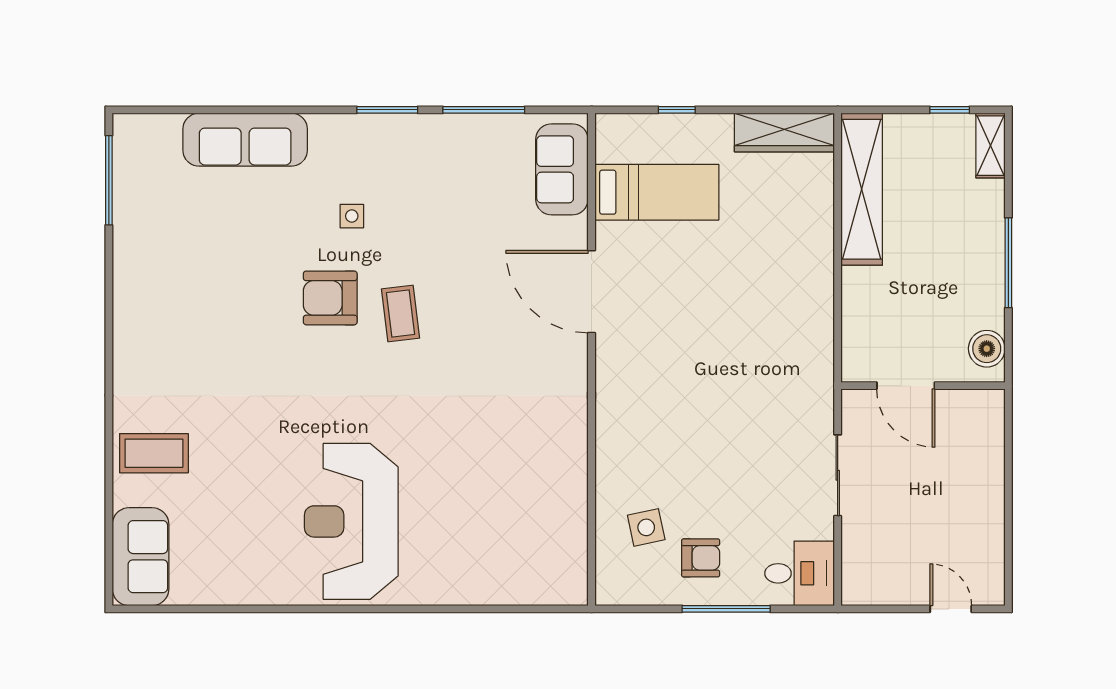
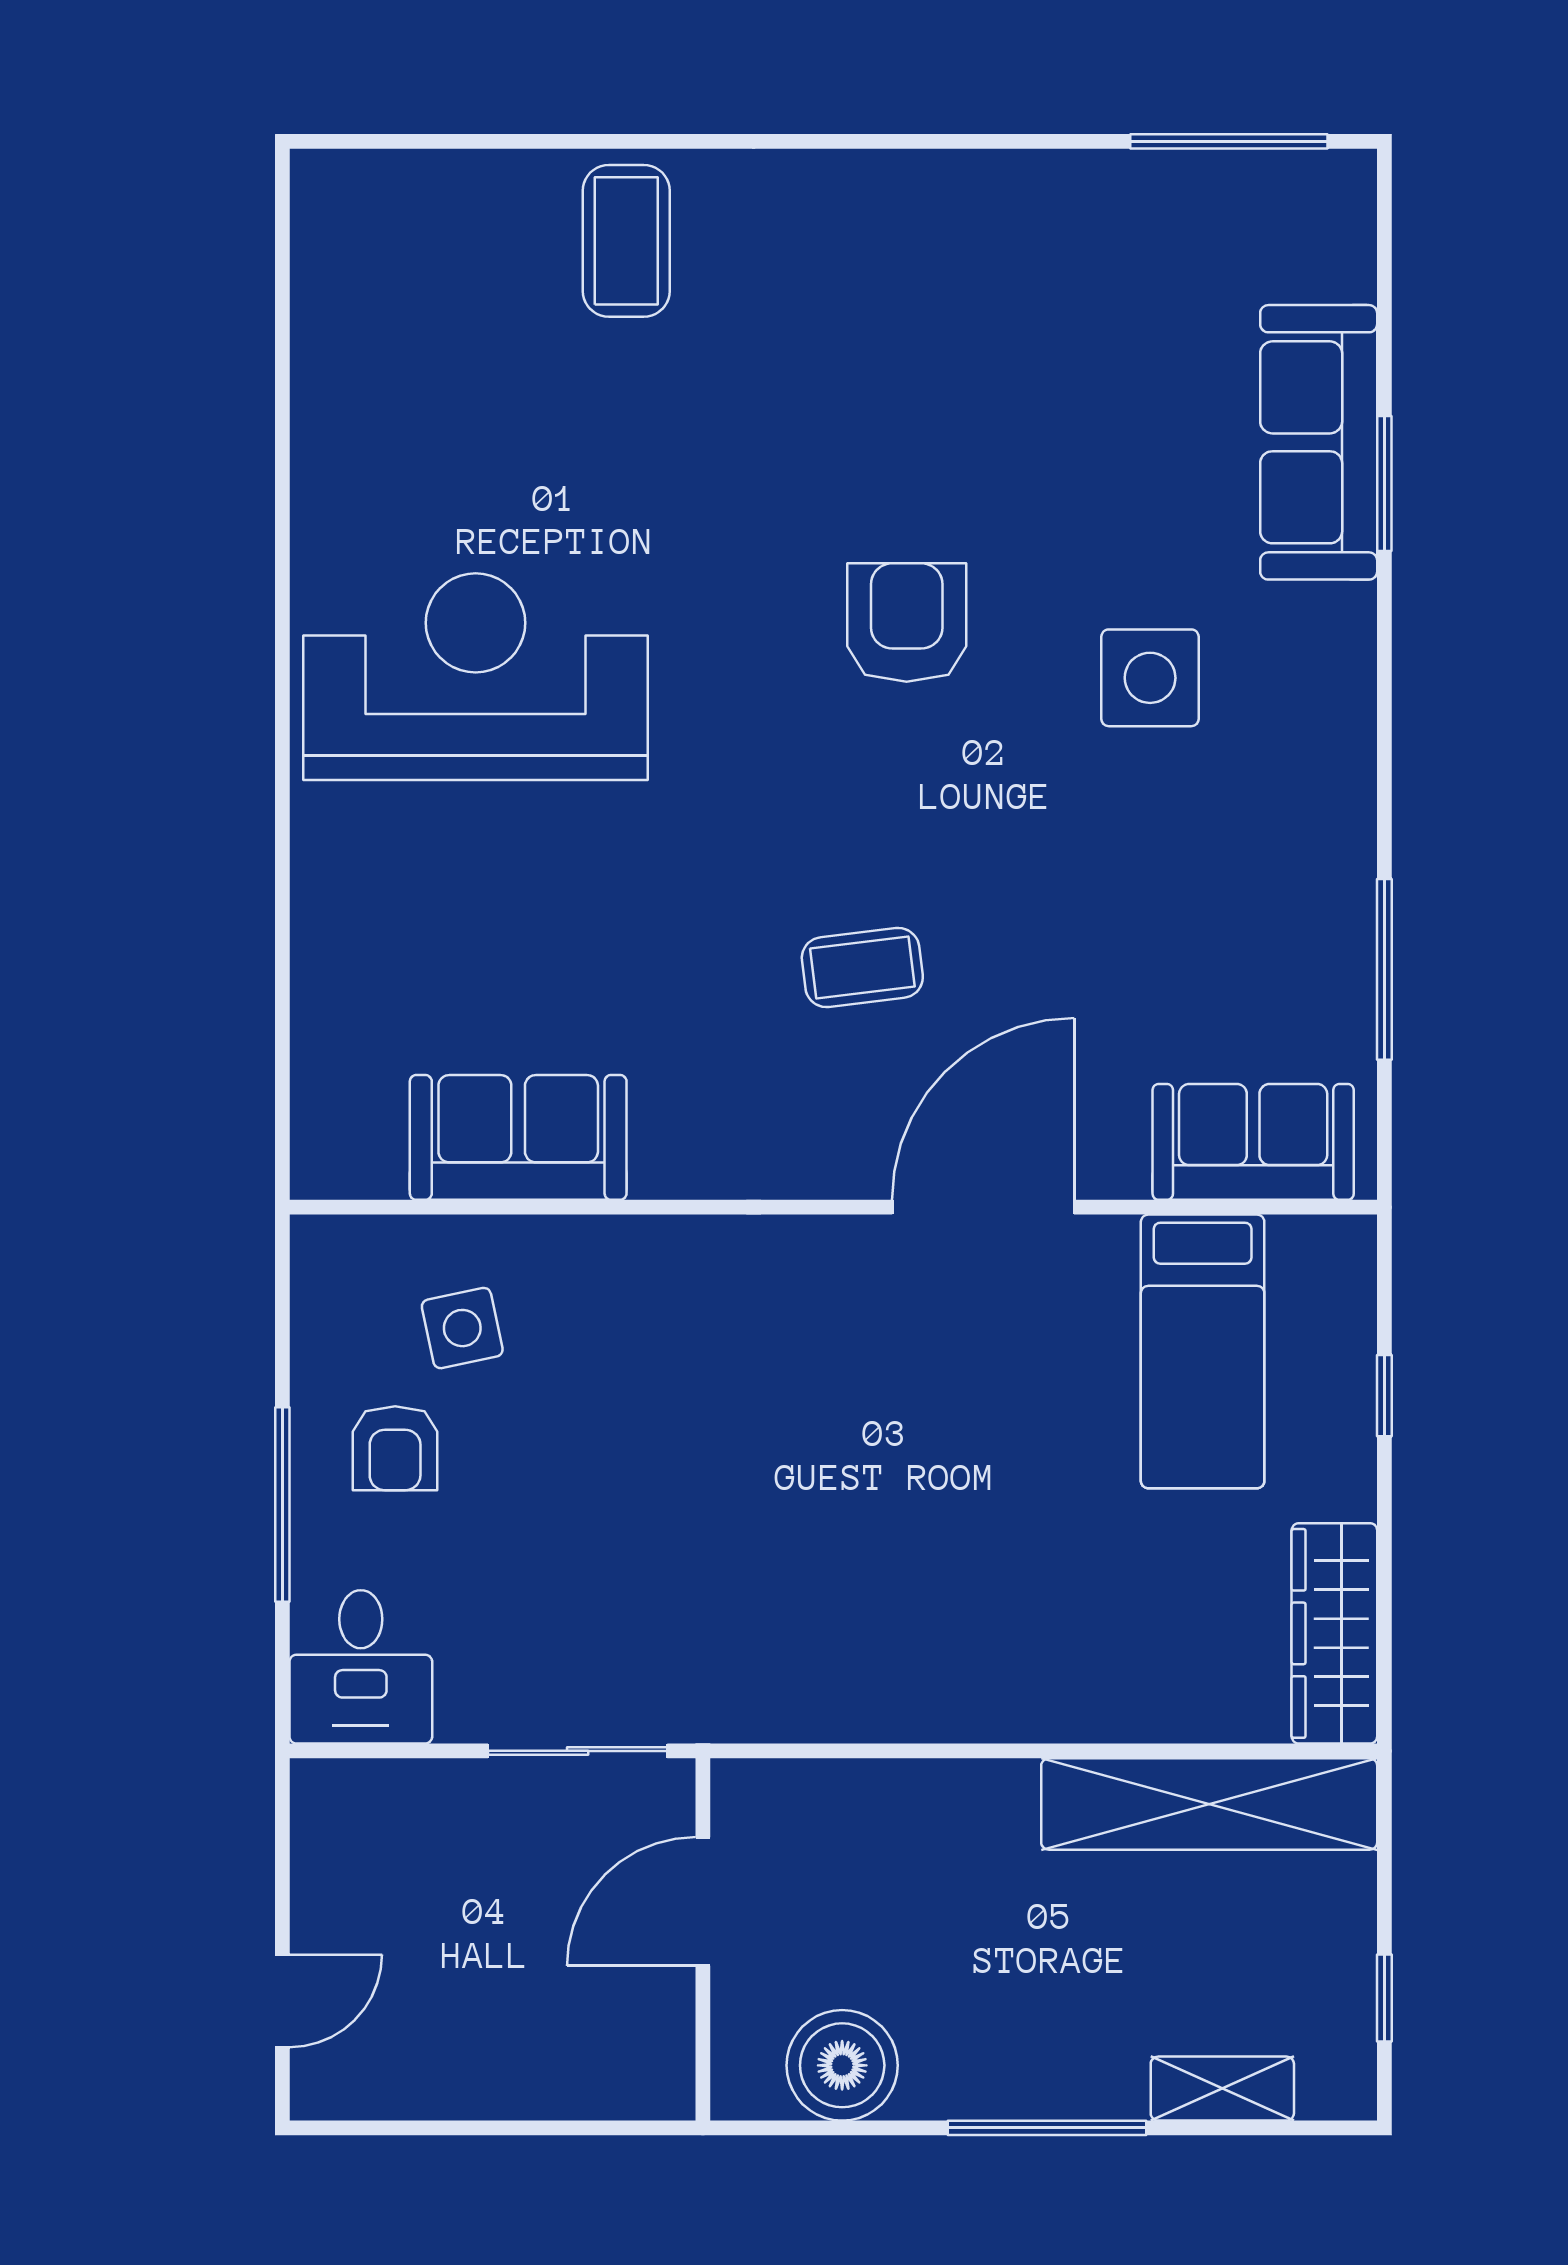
window: (387, 110) -> (1384, 484), moved
shelving: (991, 146) -> (1222, 2089), moved
side table: (352, 216) -> (1150, 678), width x1.87, depth x1.87
armchair: (330, 298) -> (907, 623), moved
coffee table: (401, 313) -> (862, 968), moved
boiler: (987, 349) -> (842, 2065), width x1.37, depth x1.37
door: (906, 386) -> (703, 1902), moved
wall: (923, 386) -> (703, 1939), moved
sofa: (141, 557) -> (518, 1137), moved, turned 180

